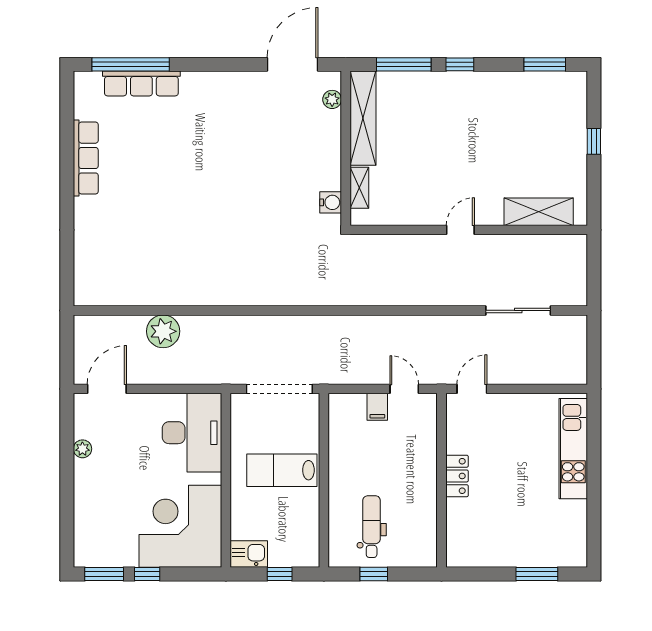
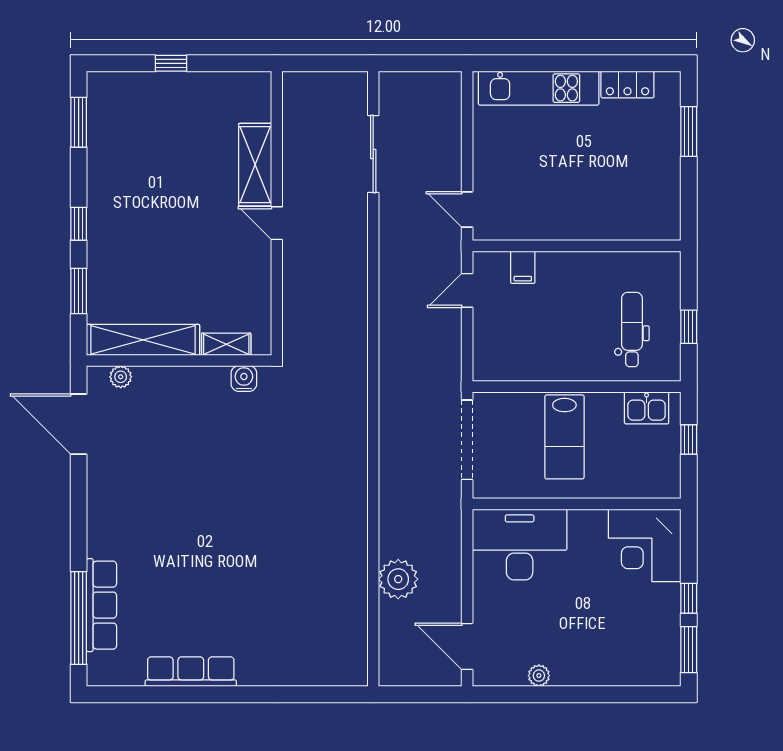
window: (404, 64) -> (79, 291), width x0.69
shelving: (539, 212) -> (255, 165), moved
filing cabinet: (377, 407) -> (523, 267), moved, turned 90
locker: (457, 476) -> (627, 85), moved, turned 180
corner desk: (180, 526) -> (645, 545), width x0.74, depth x0.74
dental chair: (372, 527) -> (632, 330), turned 90
kitchen sink: (249, 554) -> (647, 408), moved, turned -90

